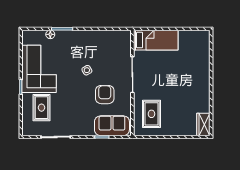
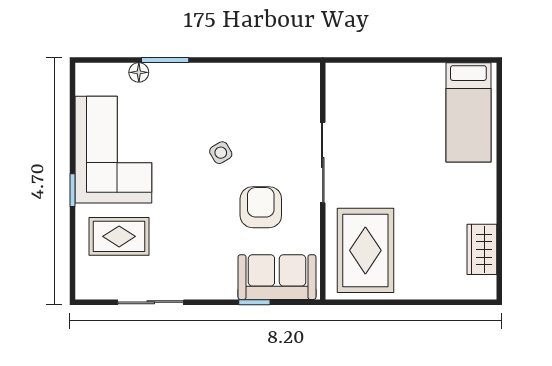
bed: (156, 40) -> (468, 112), moved, turned 90
rug: (41, 108) -> (119, 236), turned 90
rug: (151, 114) -> (365, 250), width x1.36, depth x1.43
wardrobe: (203, 124) -> (482, 249), moved

